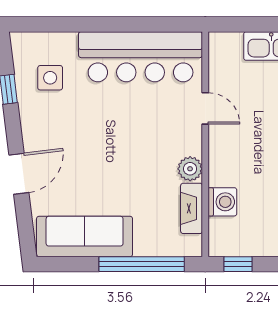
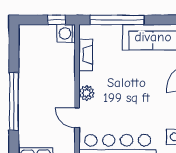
plant: (190, 169) -> (87, 93), moved
washing machine: (222, 202) -> (66, 33), moved

